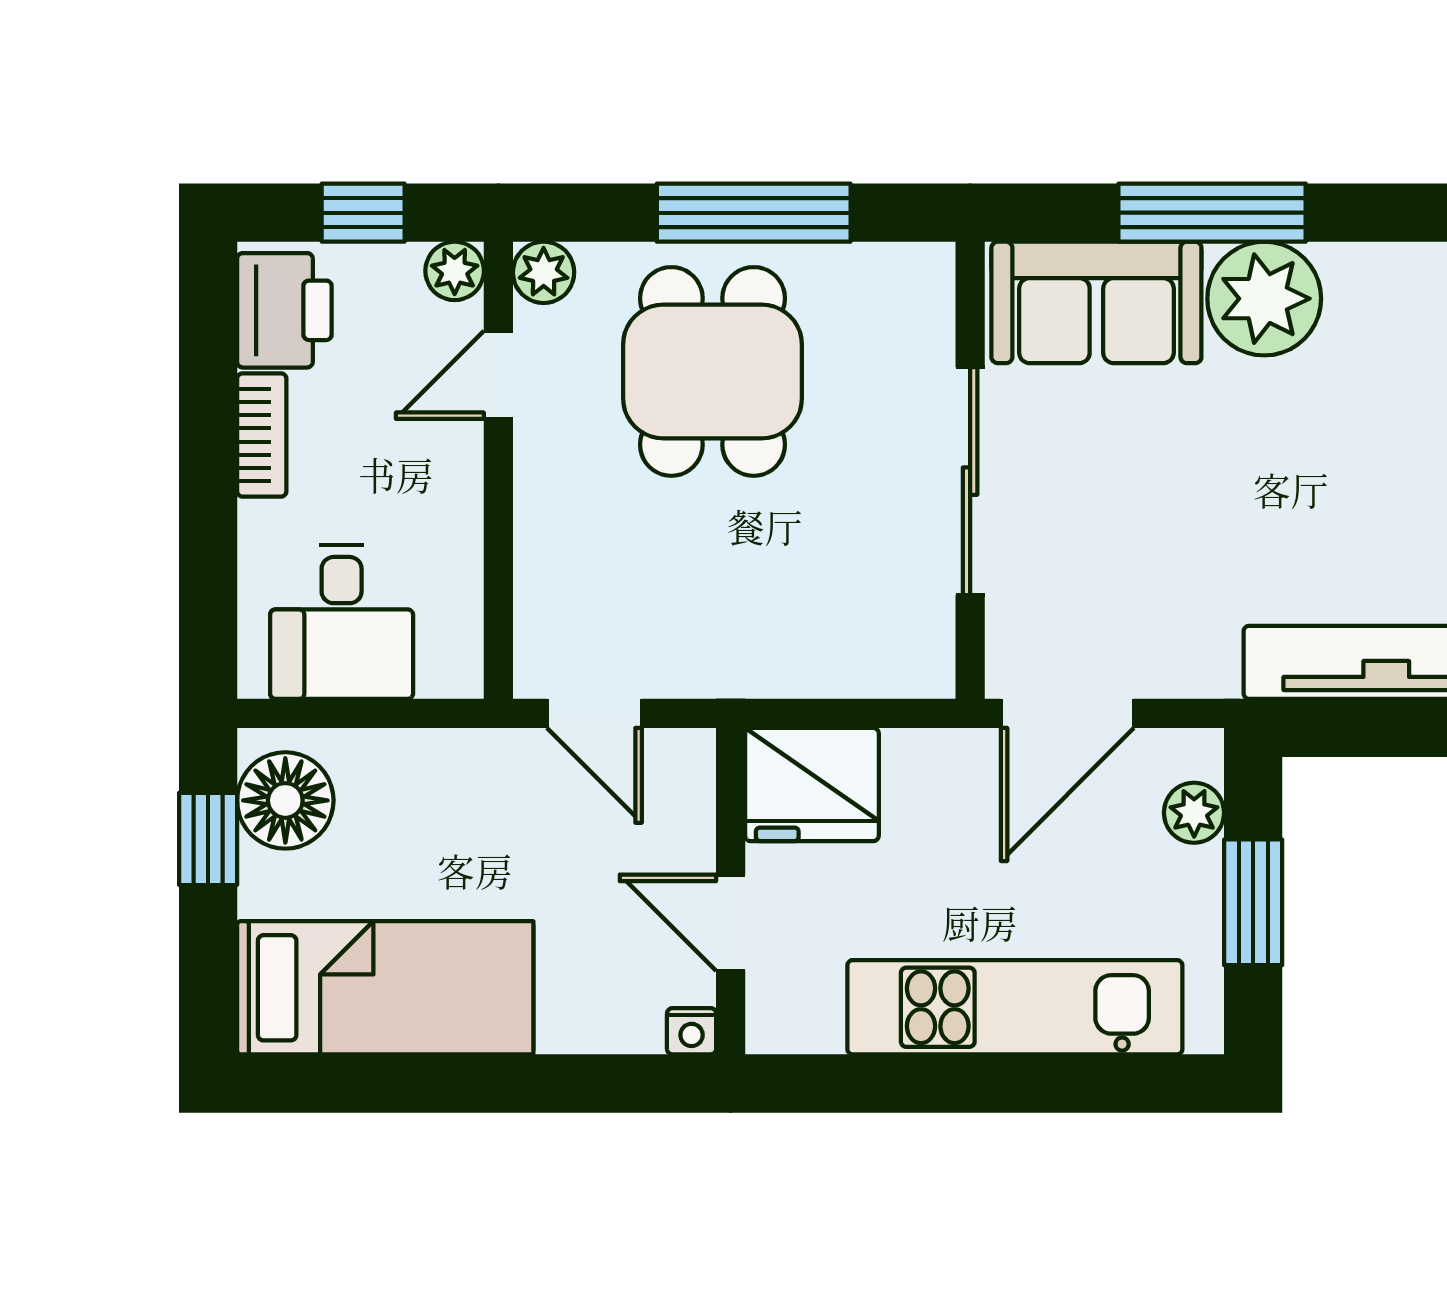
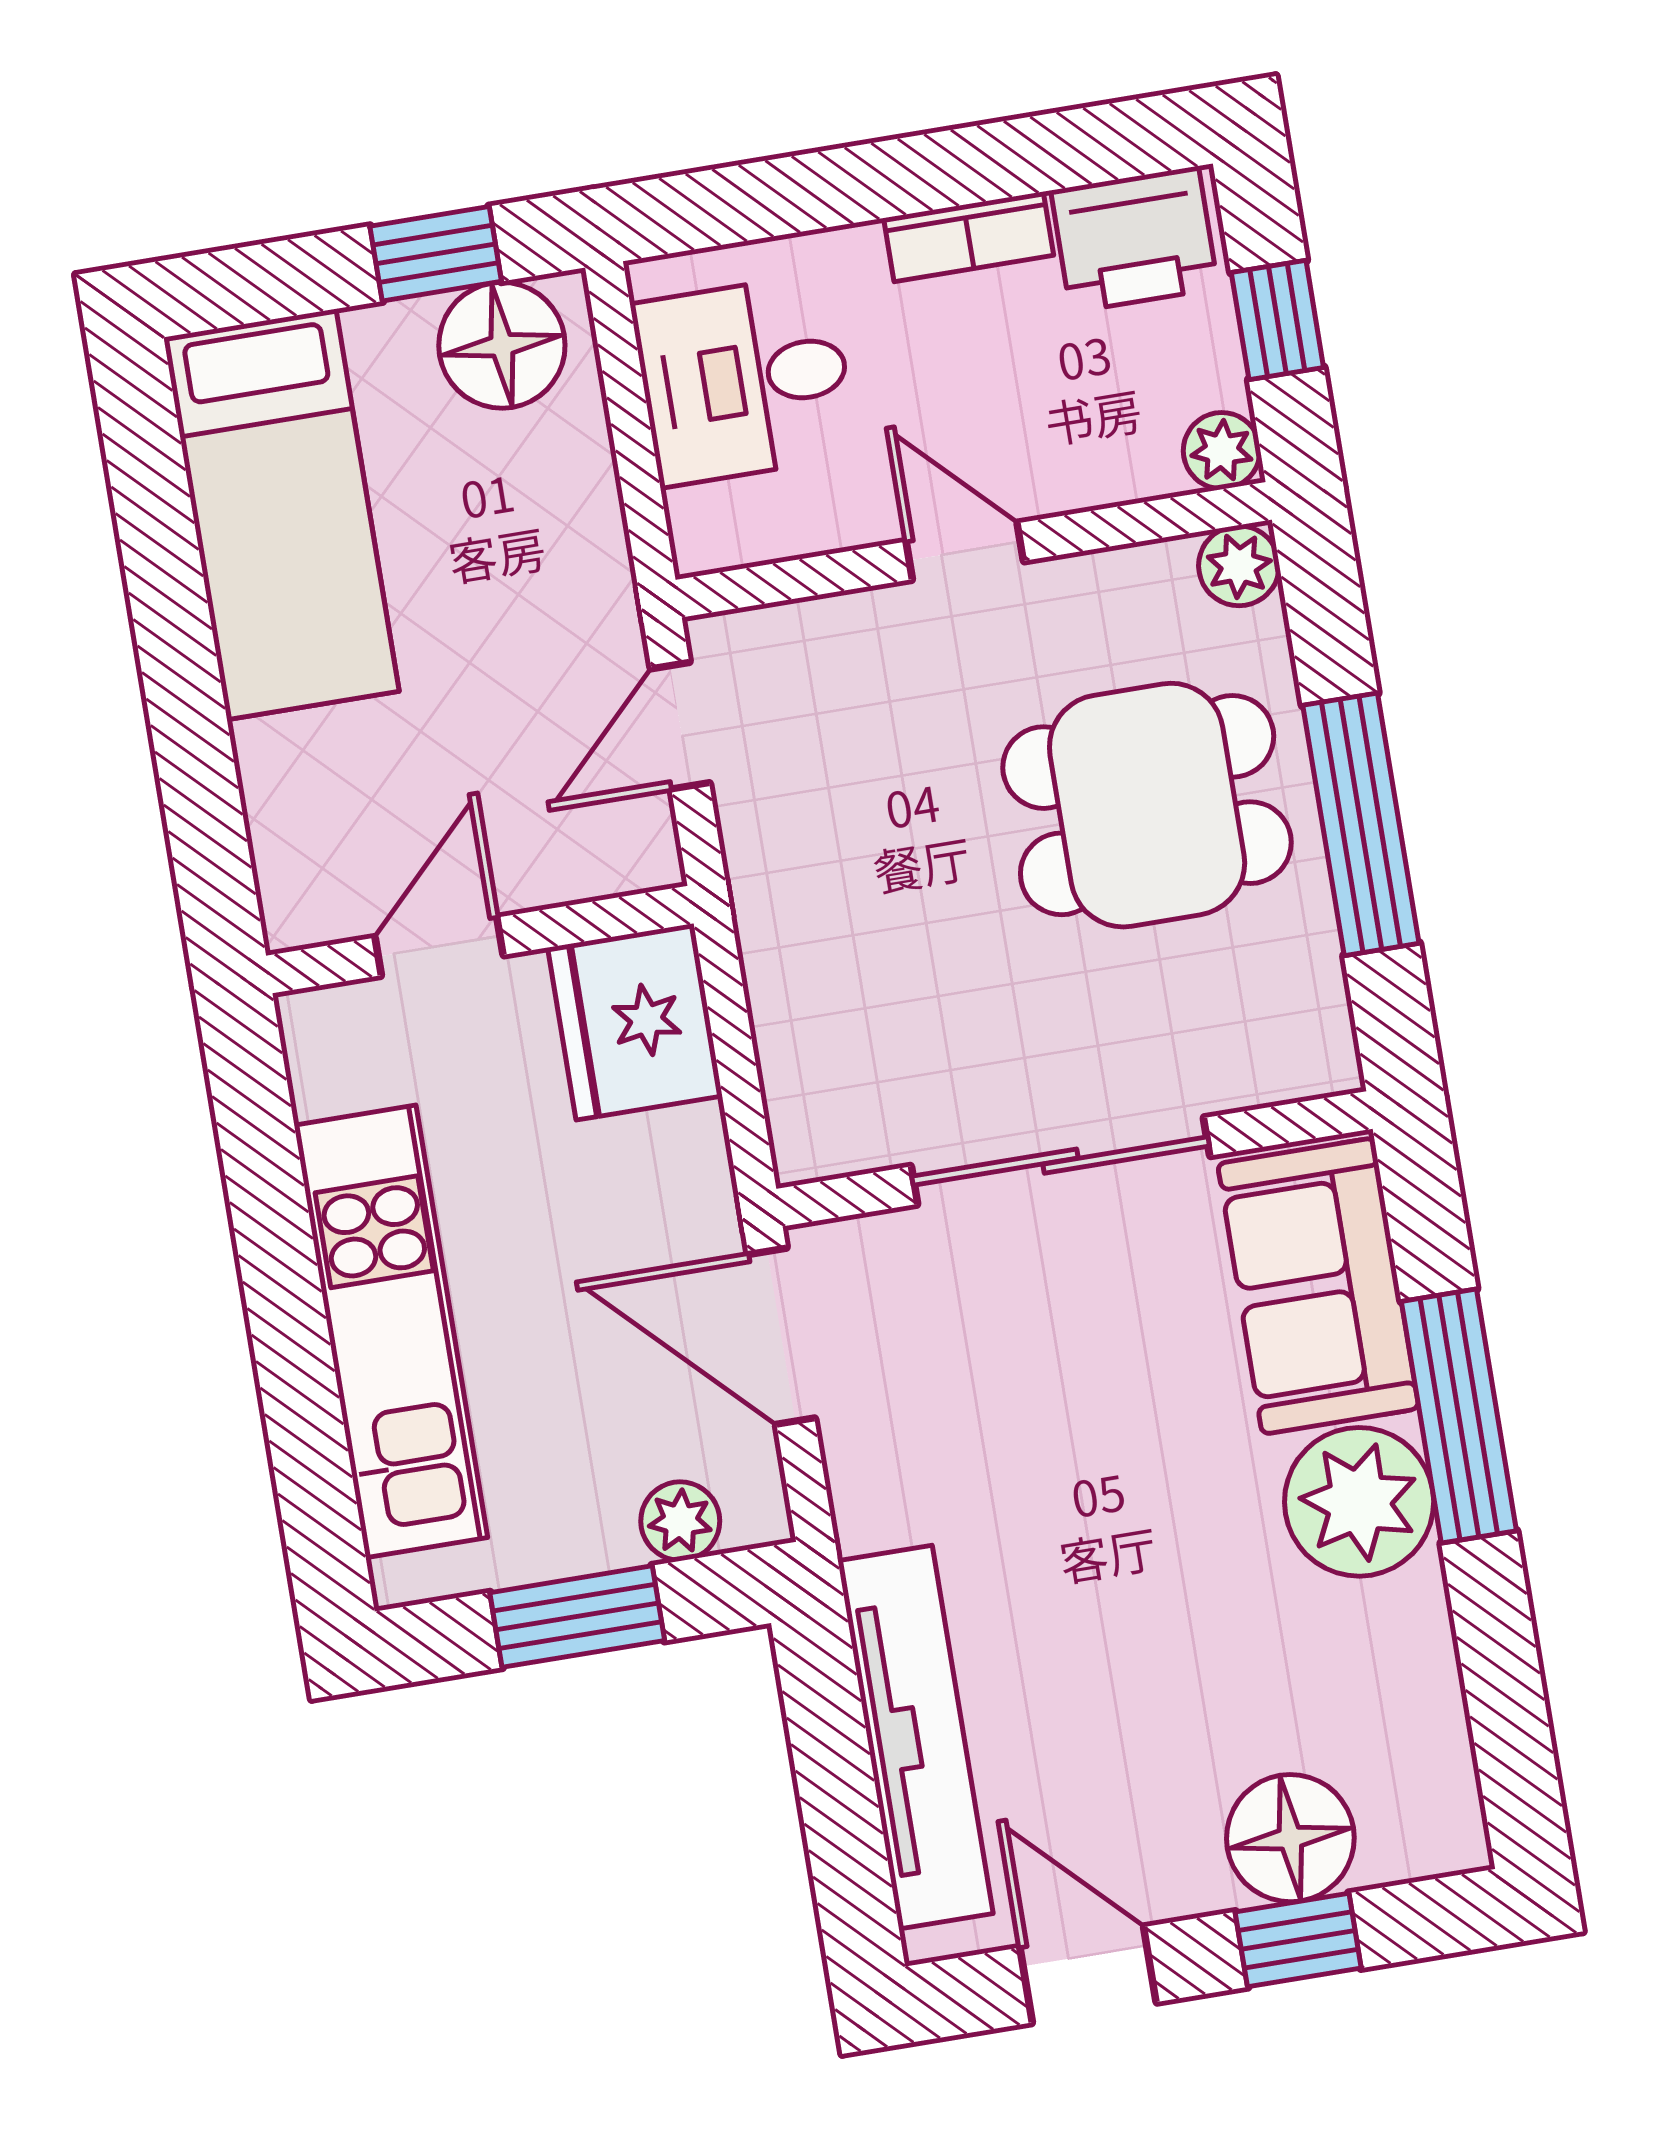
door: (498, 375) -> (965, 551), moved
nightstand: (692, 1031) -> (291, 919), removed

